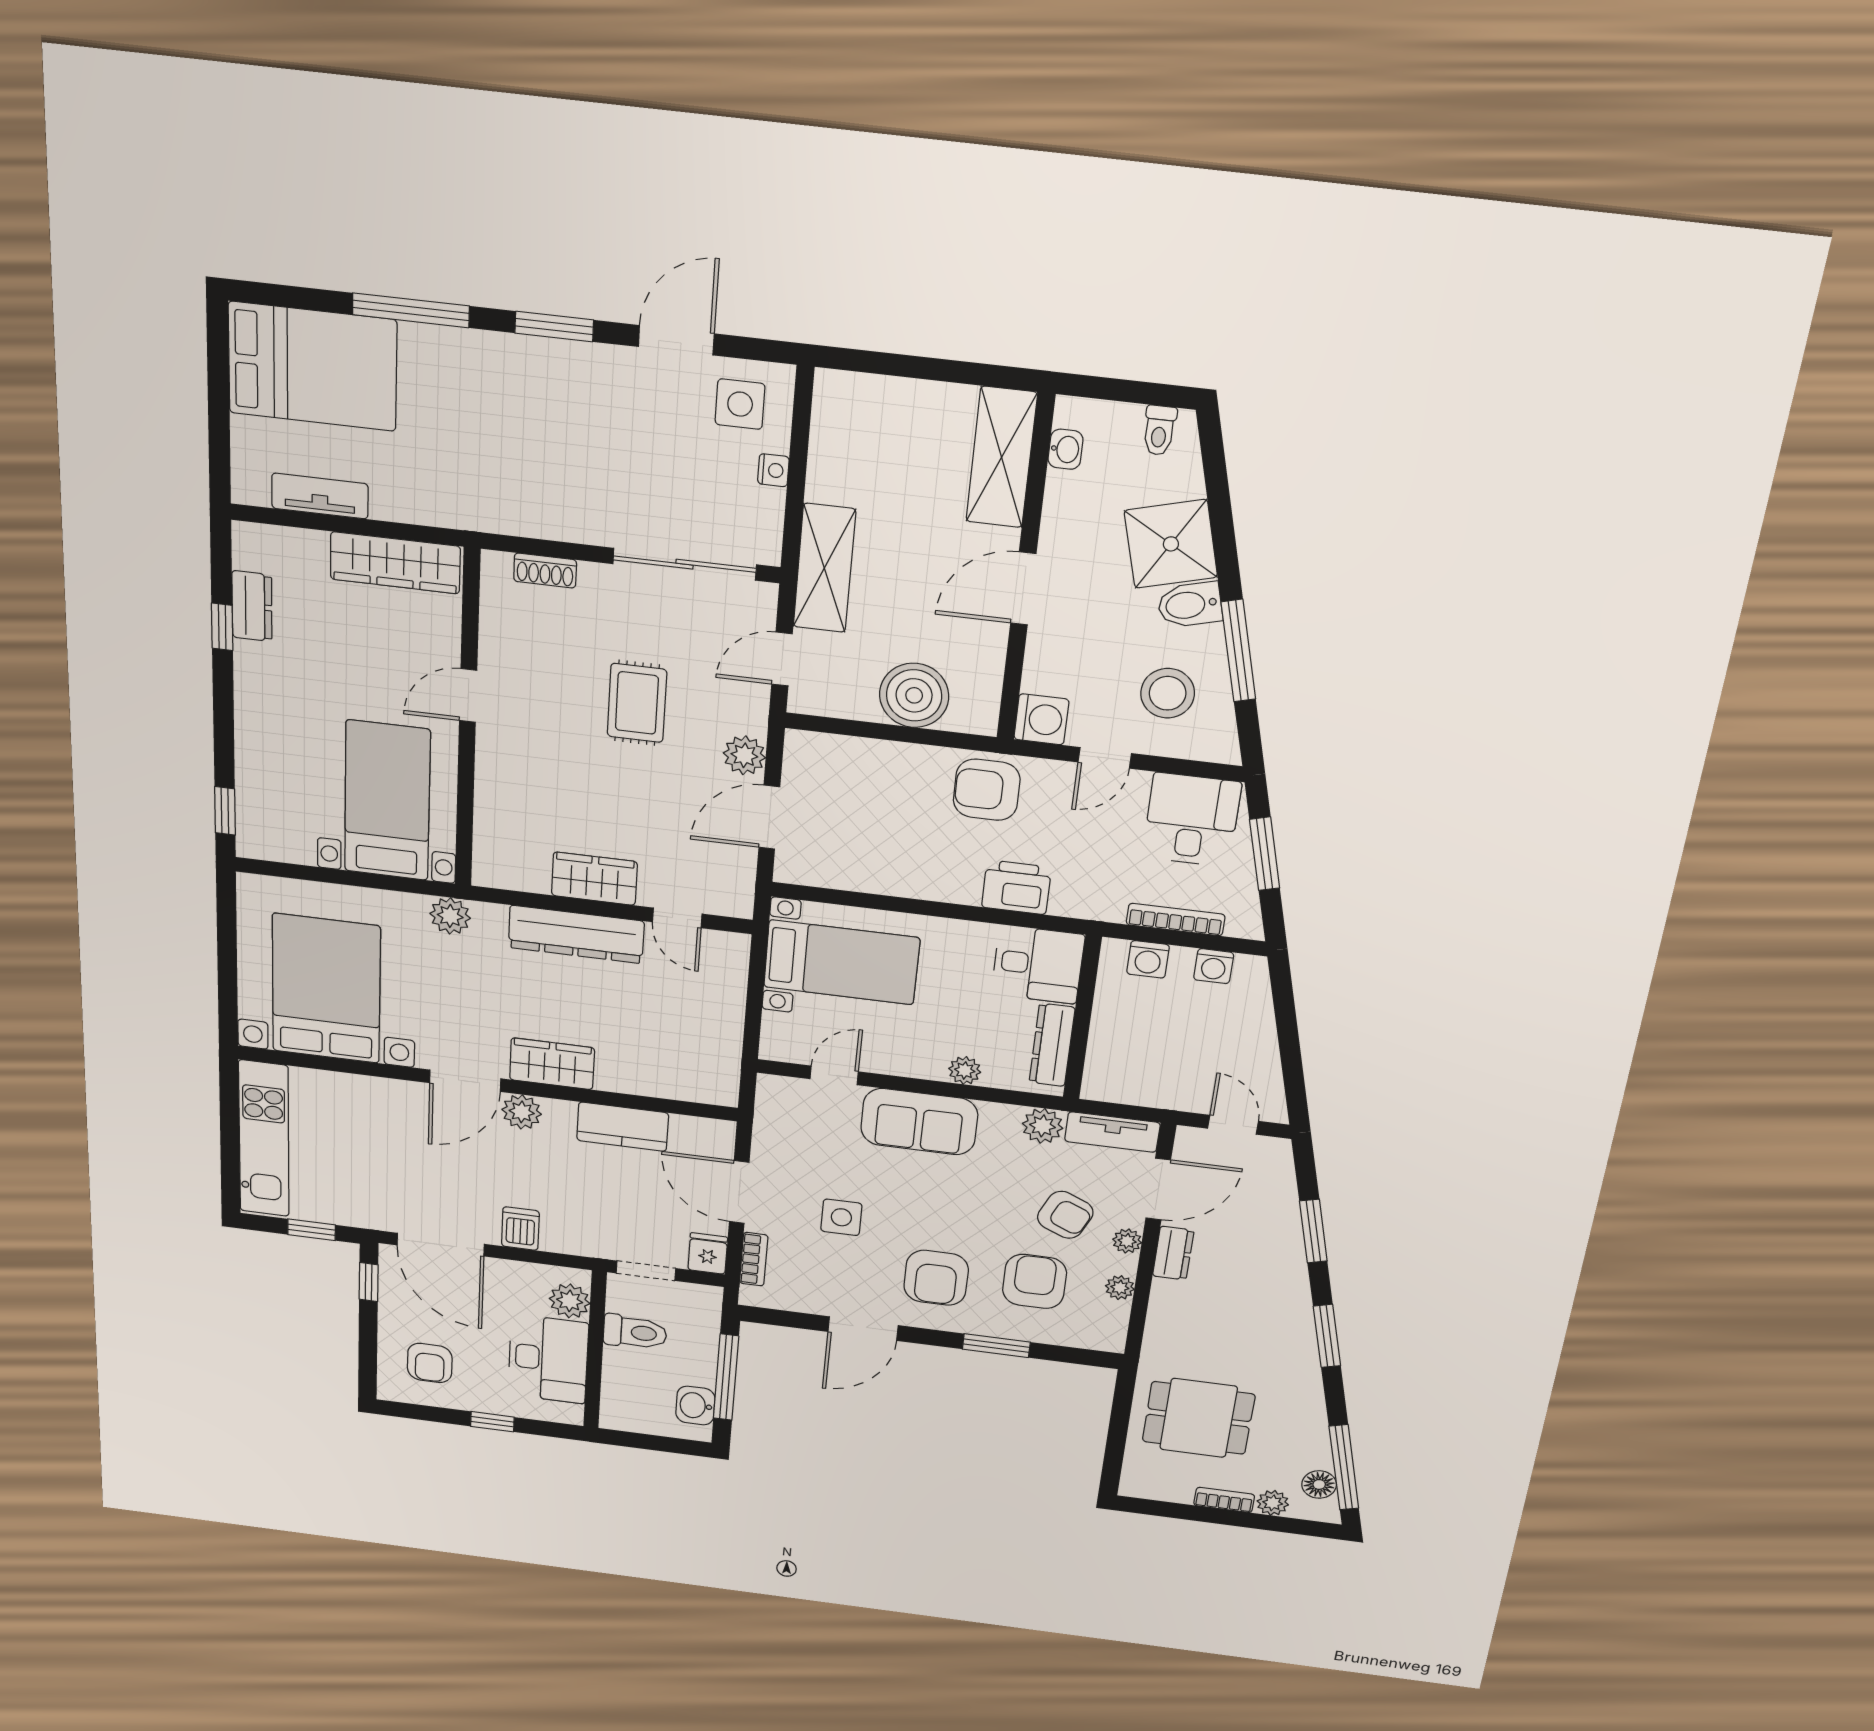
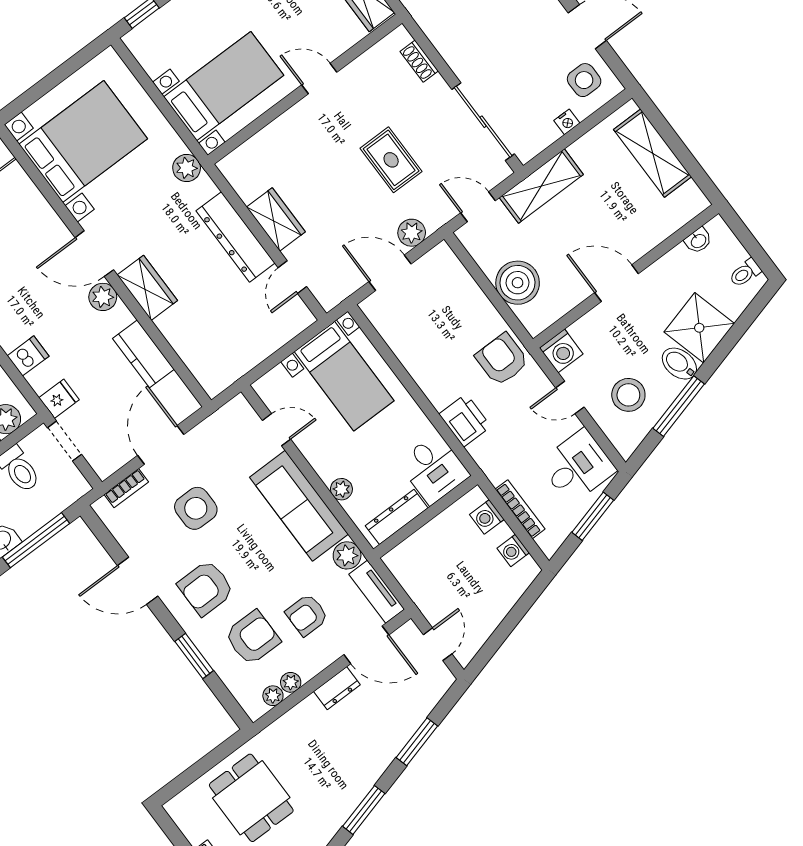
shelving: (1002, 457) -> (653, 153), moved, turned 90
rug: (637, 703) -> (391, 160), turned 90
sofa: (919, 1122) -> (299, 506), width x1.36
armchair: (1065, 1215) -> (307, 615), turned 66
side table: (841, 1217) -> (196, 508), width x1.37, depth x1.37
plant: (1127, 1241) -> (273, 696), moved
fridge: (708, 1254) -> (59, 399), moved

